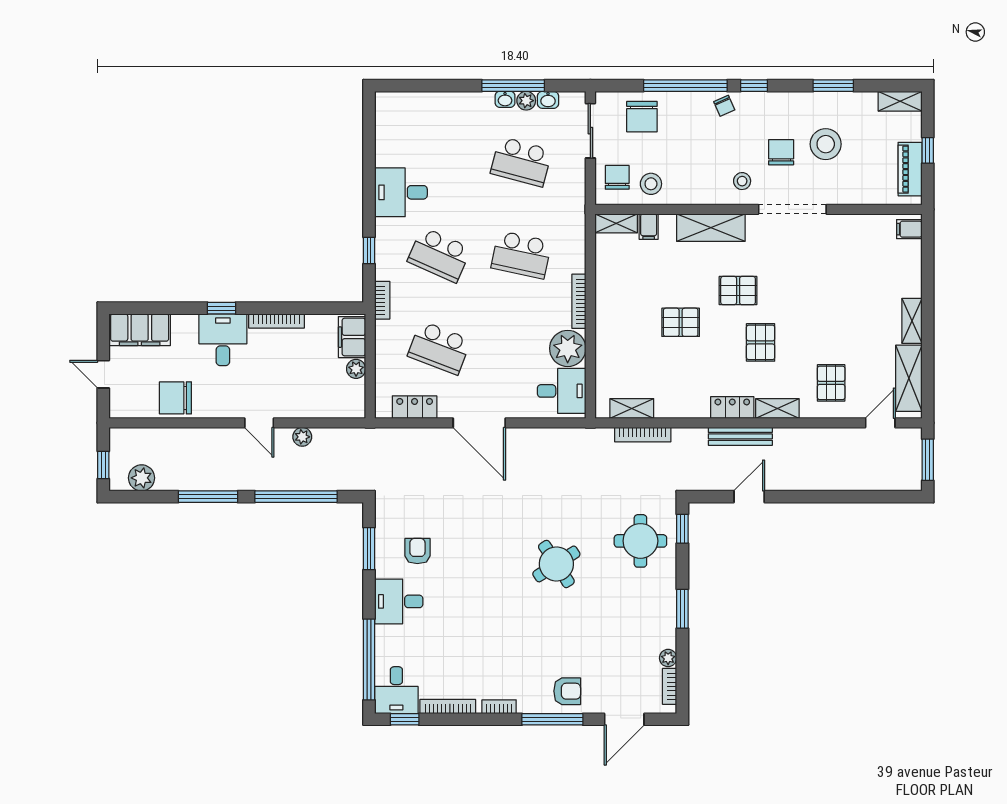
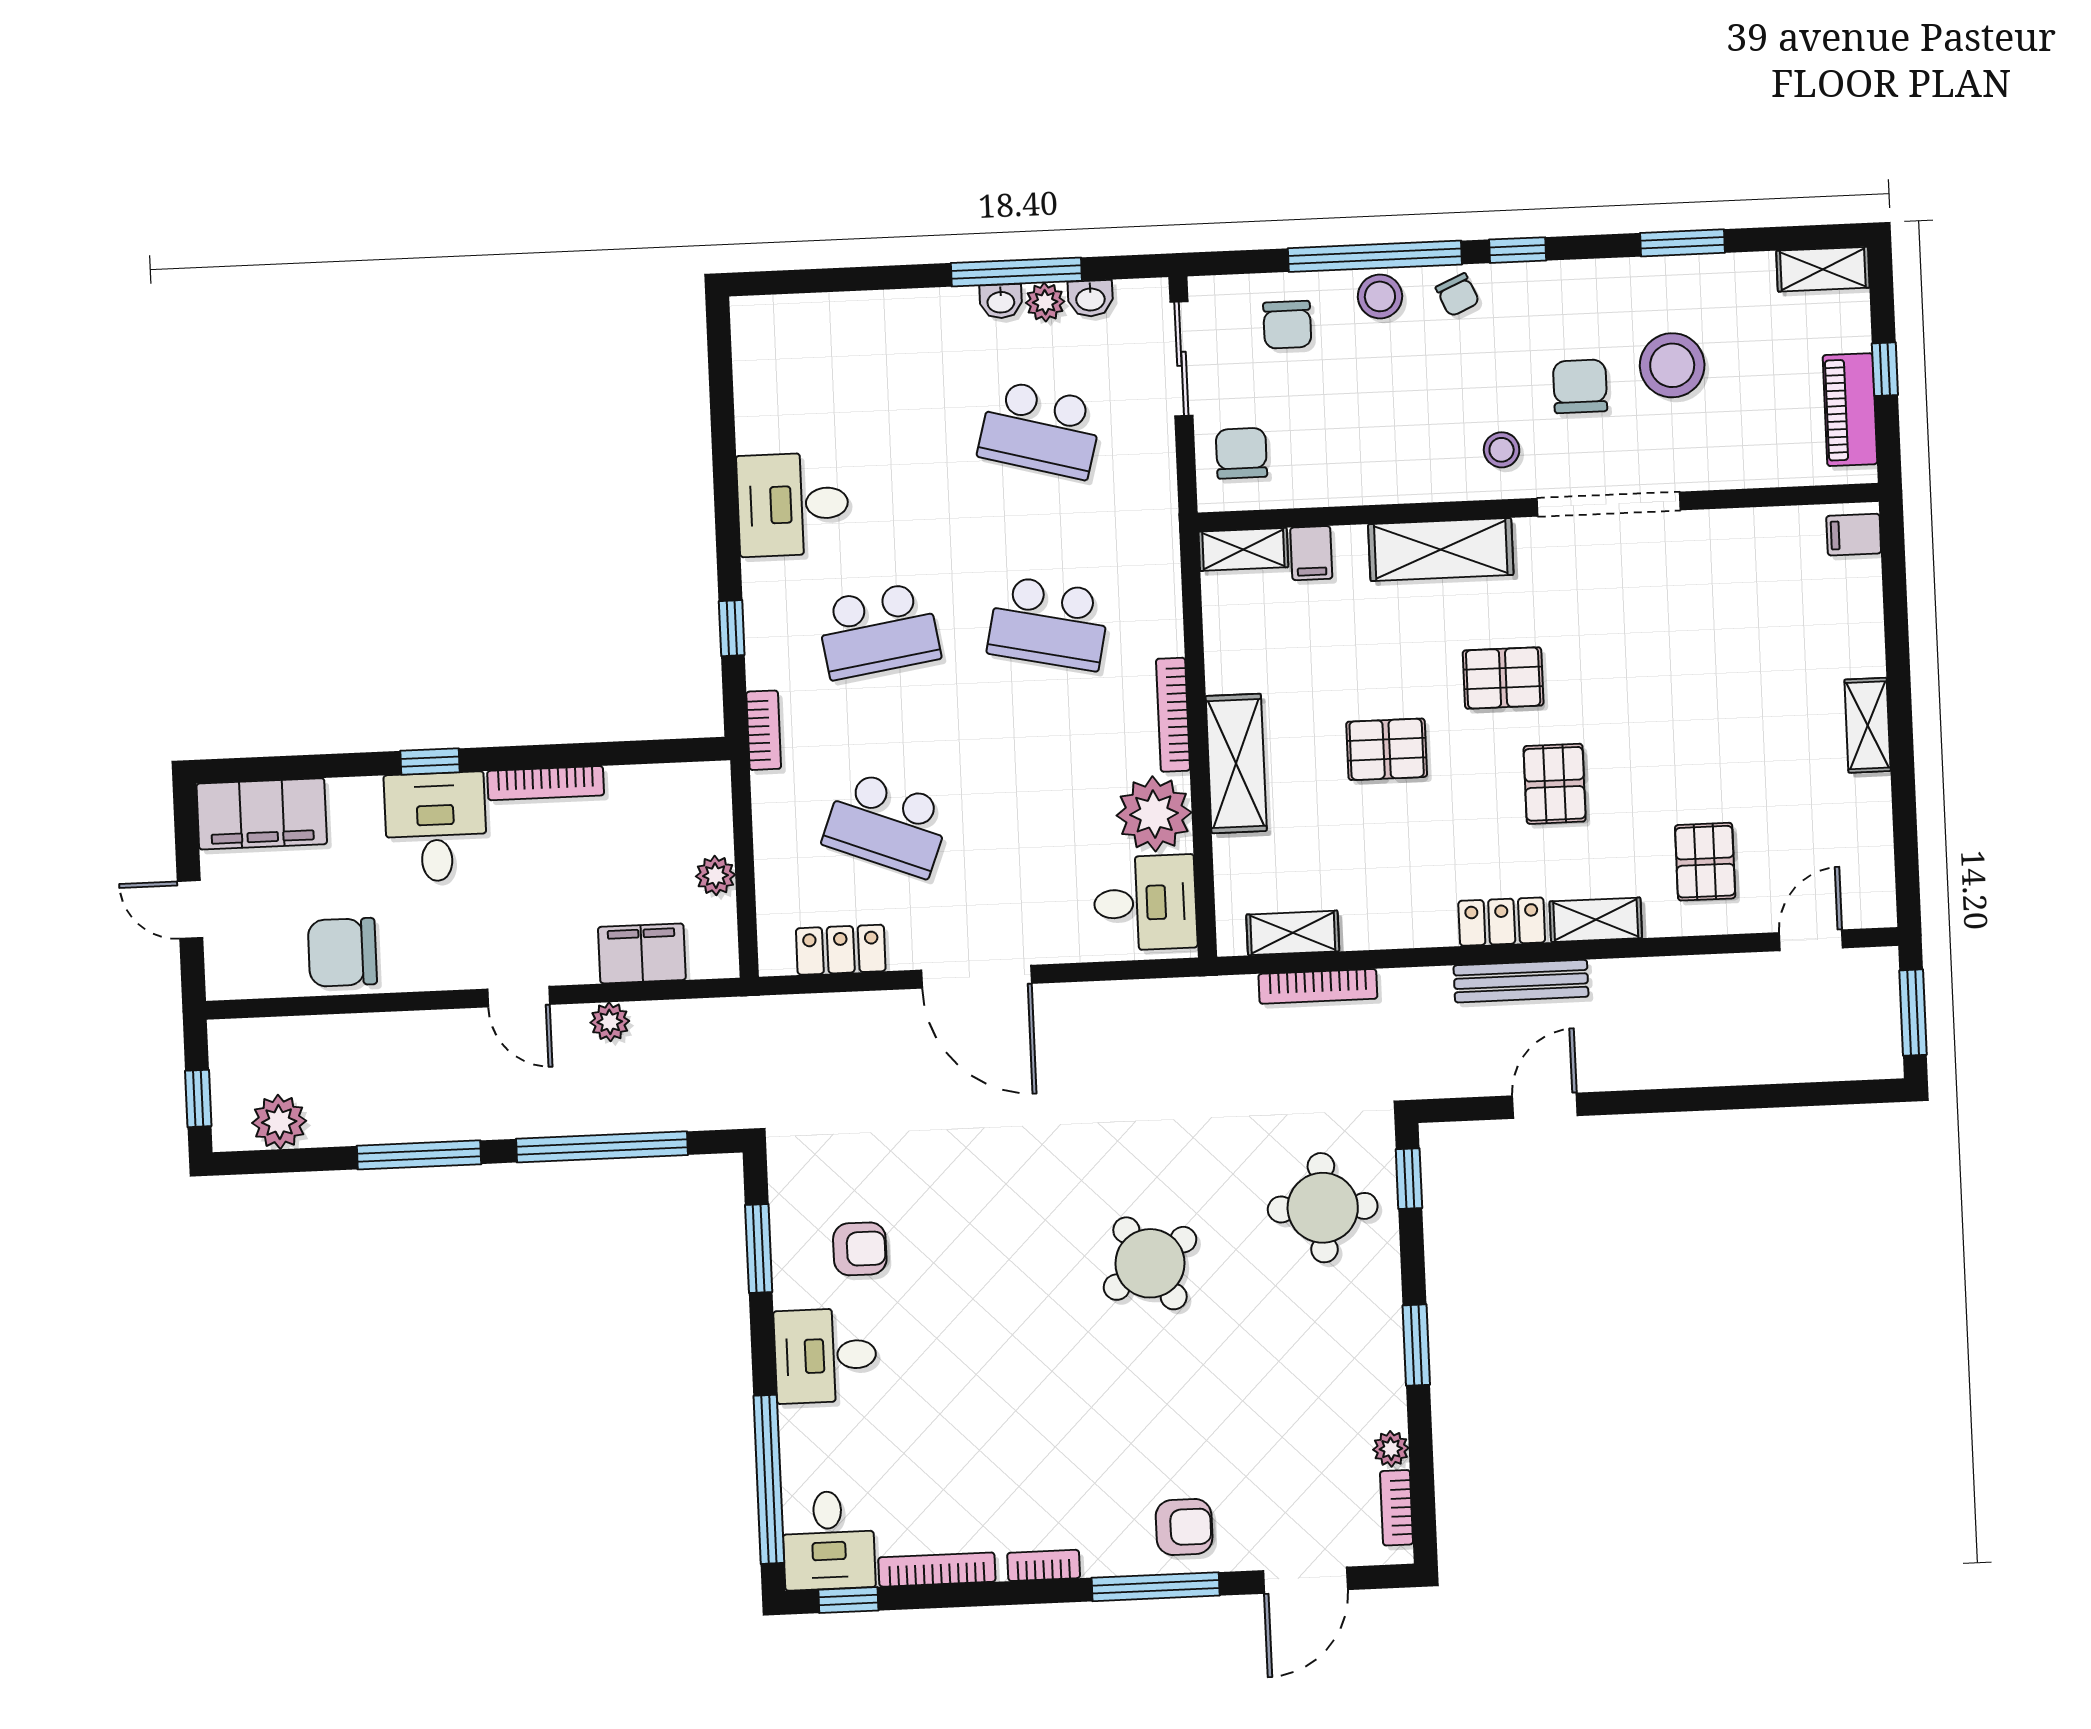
chair: (642, 117) -> (1287, 325), width x0.73, depth x0.73
stool: (651, 184) -> (1380, 296), moved
school desk: (439, 255) -> (878, 631), turned -33
filing cabinet: (352, 337) -> (642, 953), moved, turned 90
shelving: (909, 378) -> (1236, 763), moved
armchair: (417, 551) -> (860, 1249), turned 90

